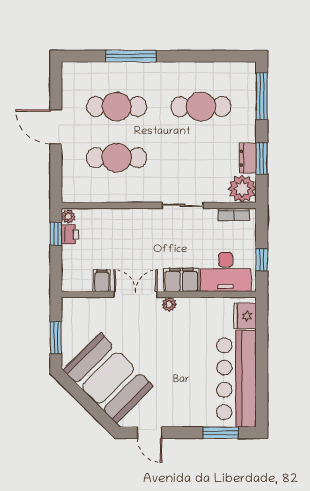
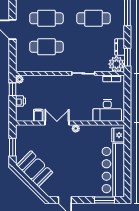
window: (262, 158) -> (127, 57), moved
printer: (70, 234) -> (20, 101), moved
window: (262, 260) -> (127, 104), removed
filing cabinet: (181, 280) -> (83, 115), removed
booth: (108, 378) -> (35, 169), width x0.73, depth x0.70

